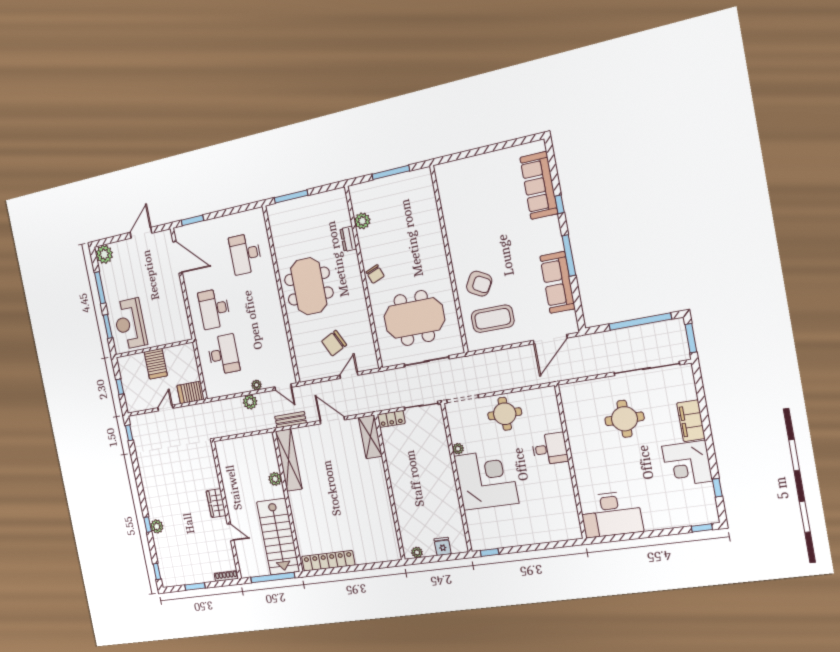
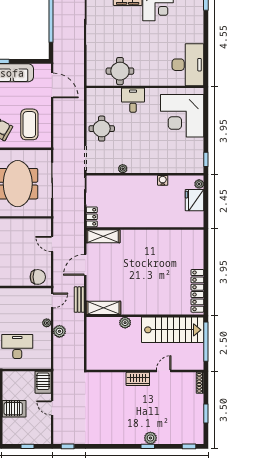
chair: (334, 343) -> (38, 277), moved, turned -64
round table: (624, 419) -> (120, 71), moved
shelving: (289, 460) -> (103, 308), width x0.68
corner desk: (486, 480) -> (182, 116), moved, turned -90
water cooler: (453, 501) -> (163, 180), added
fridge: (443, 546) -> (194, 200), width x1.88, depth x1.34
plant: (417, 552) -> (199, 184), moved

